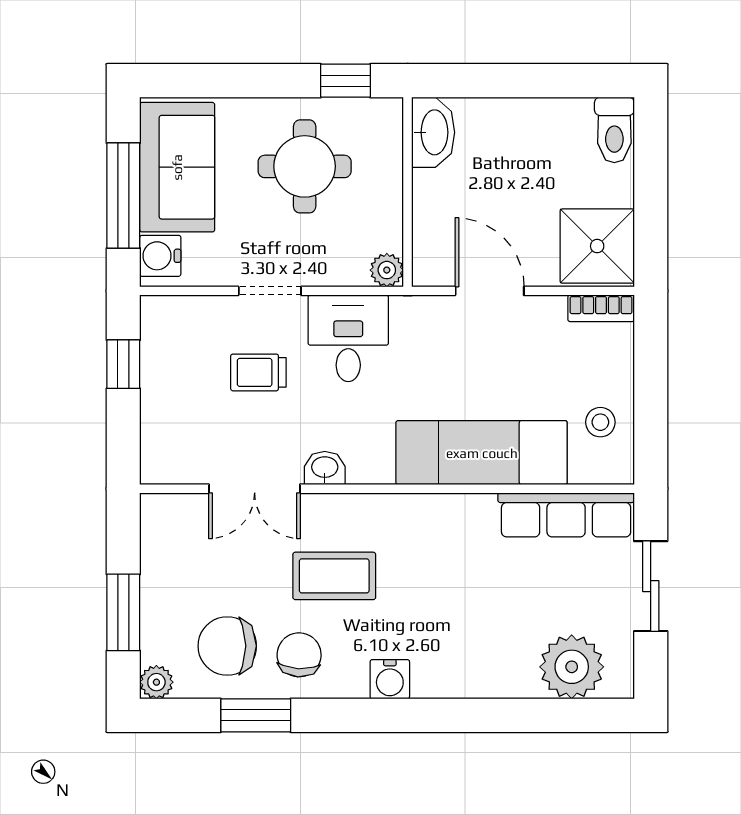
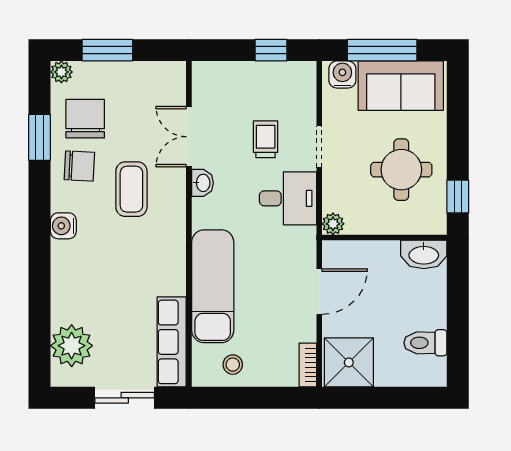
toilet: (614, 130) -> (425, 343), moved

